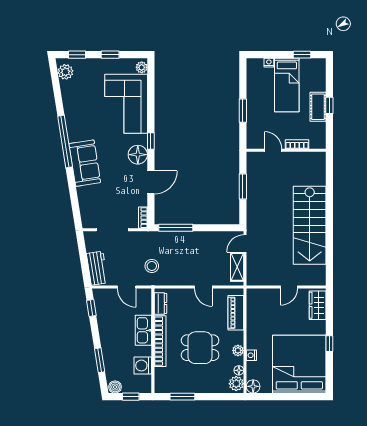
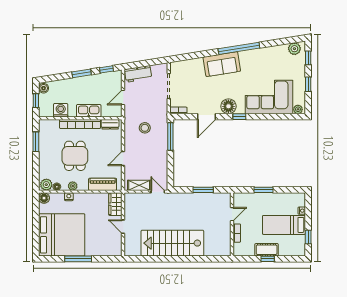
door: (151, 182) -> (206, 117), hinge flipped
stool: (152, 266) -> (145, 128), moved
wardrobe: (318, 305) -> (115, 204), moved, turned -90
window: (329, 344) -> (78, 259), width x2.17
window: (100, 360) -> (82, 73), moved

